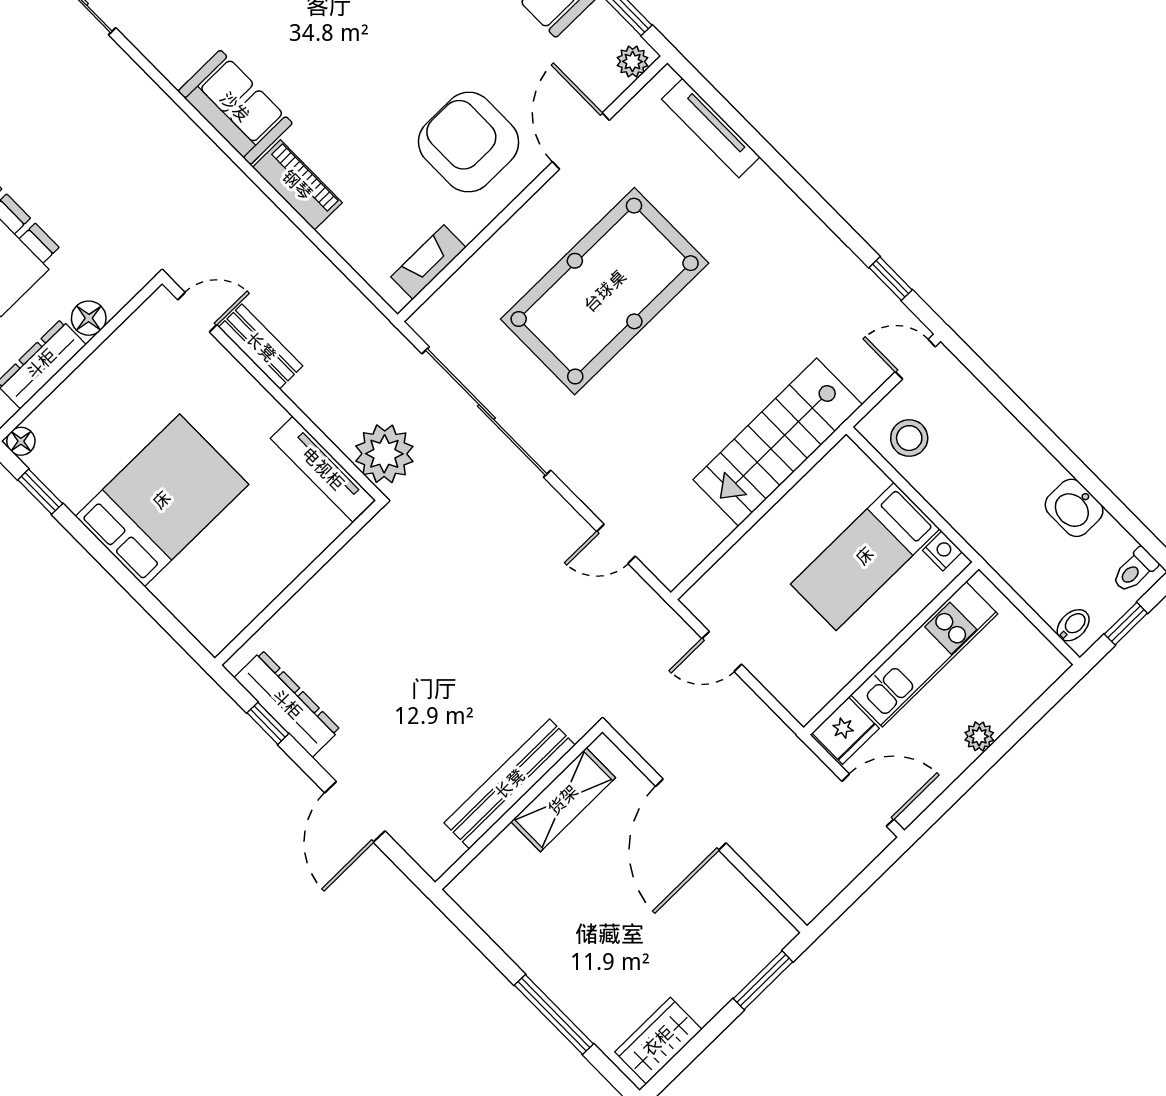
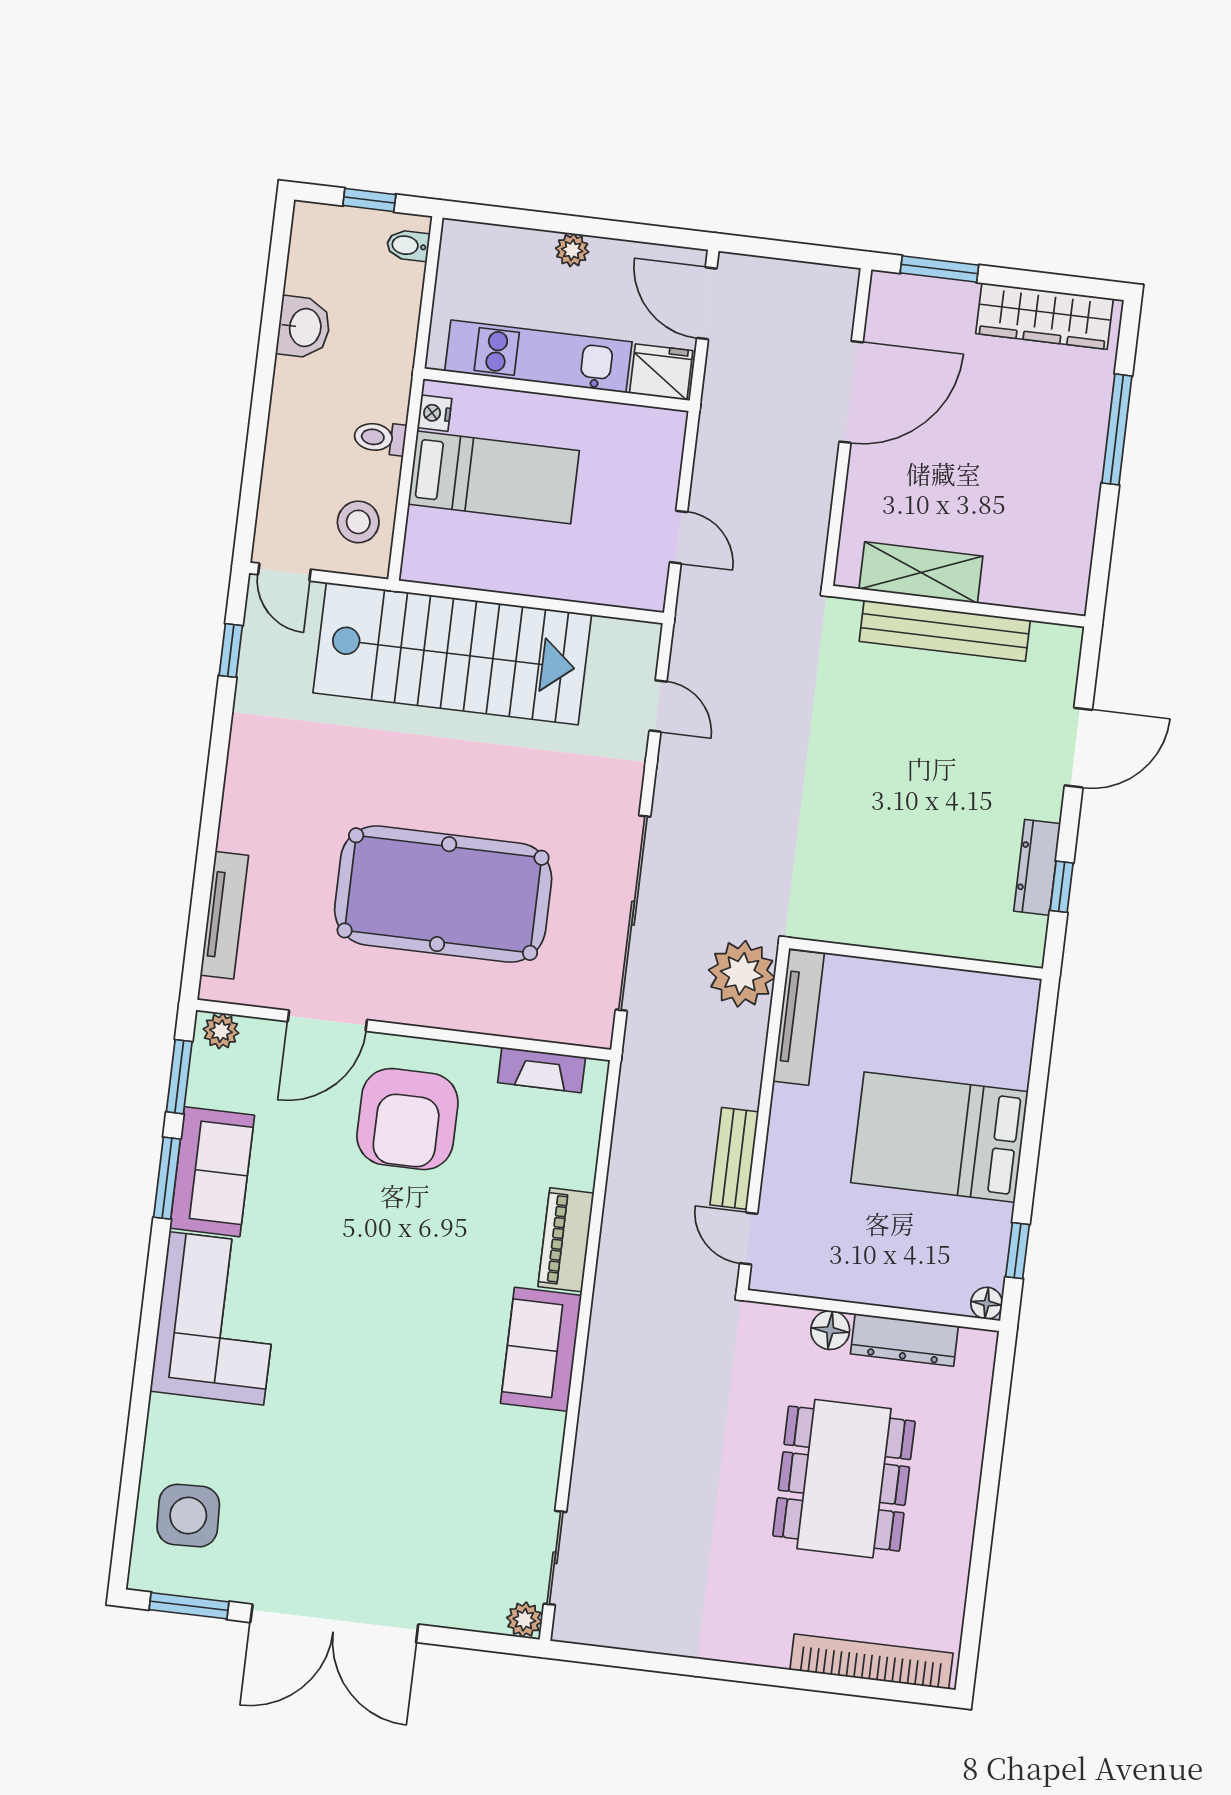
stairs: (778, 442) -> (452, 654), width x1.36, depth x1.51
toilet: (1135, 570) -> (380, 438), moved, turned 180
dresser: (287, 704) -> (1037, 867), width x0.73, depth x0.80
door: (691, 815) -> (851, 392), moved
wardrobe: (658, 1041) -> (1045, 316), width x1.50

